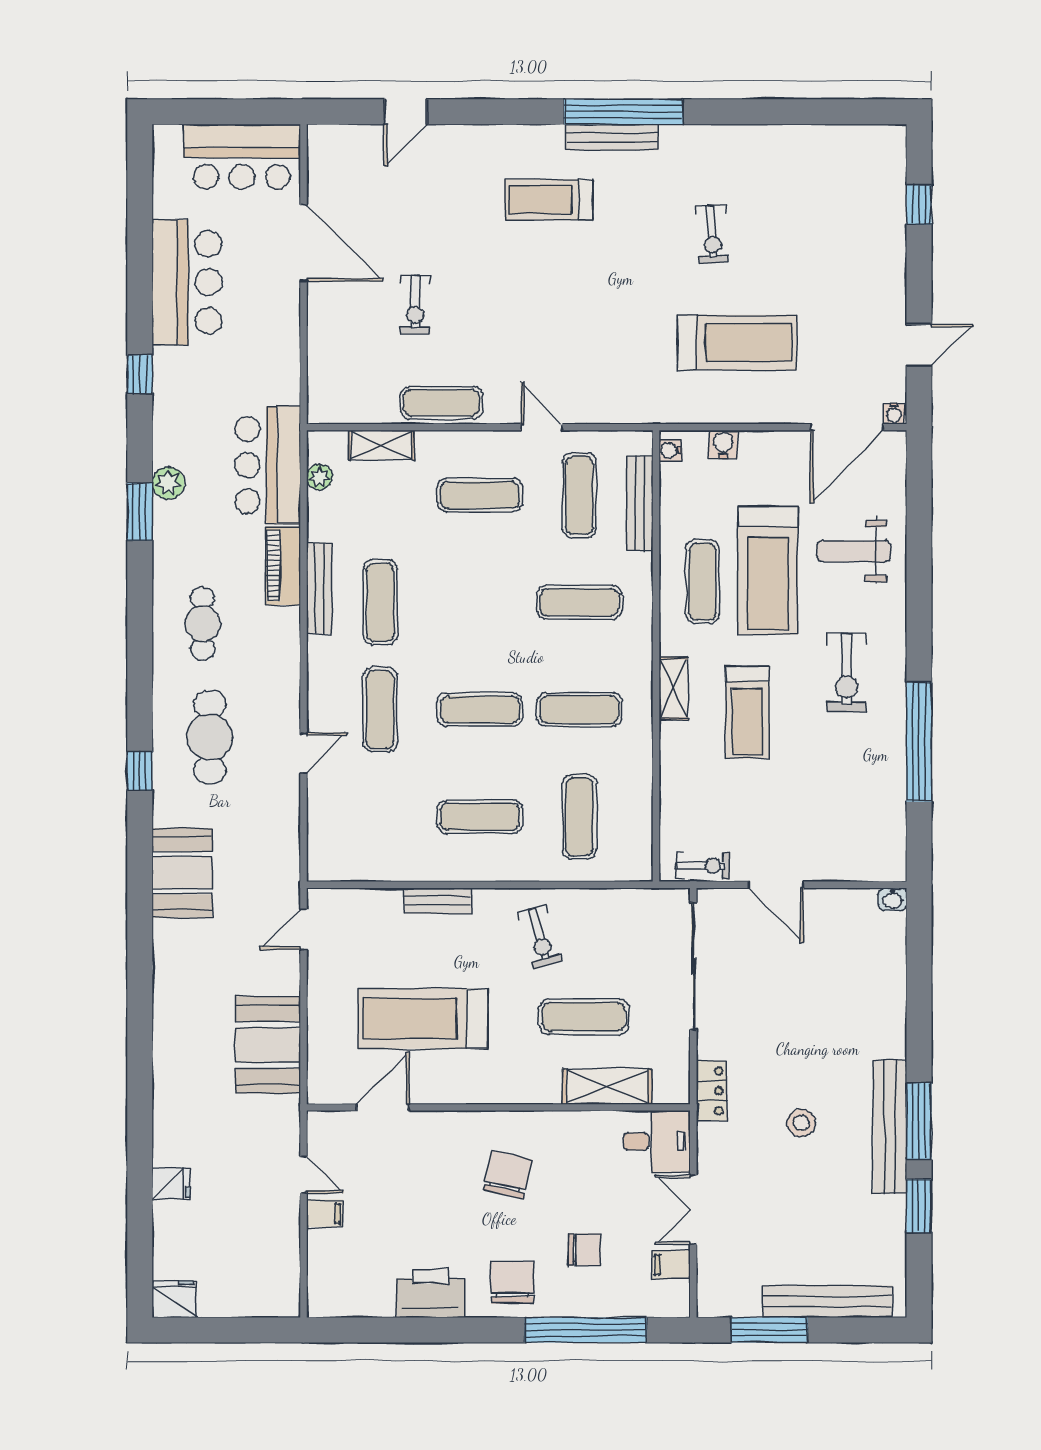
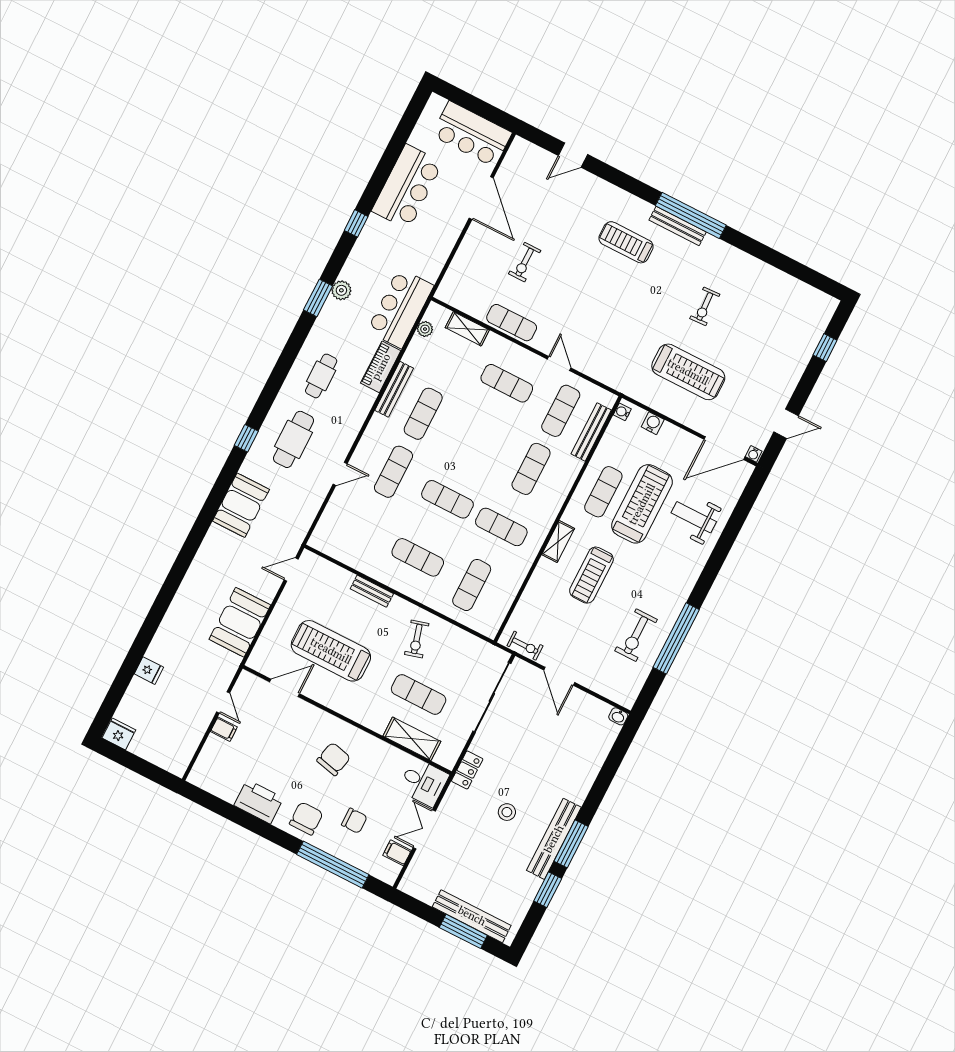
treadmill: (768, 570) -> (642, 504), turned 180
exercise mat: (579, 602) -> (531, 469), turned 90
exercise bike: (847, 673) -> (636, 635), moved
window: (769, 1330) -> (463, 931), moved

